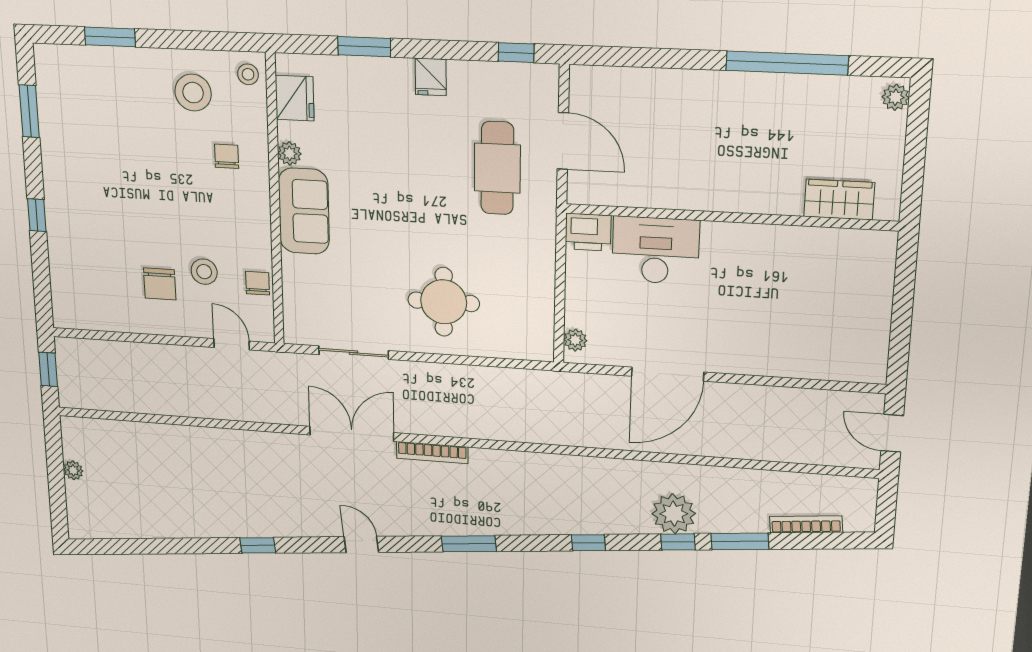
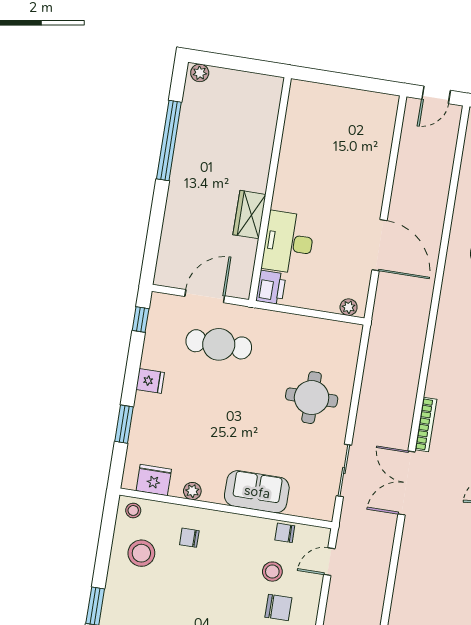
wardrobe: (839, 200) -> (249, 215), moved
sofa: (304, 211) -> (257, 492), moved

